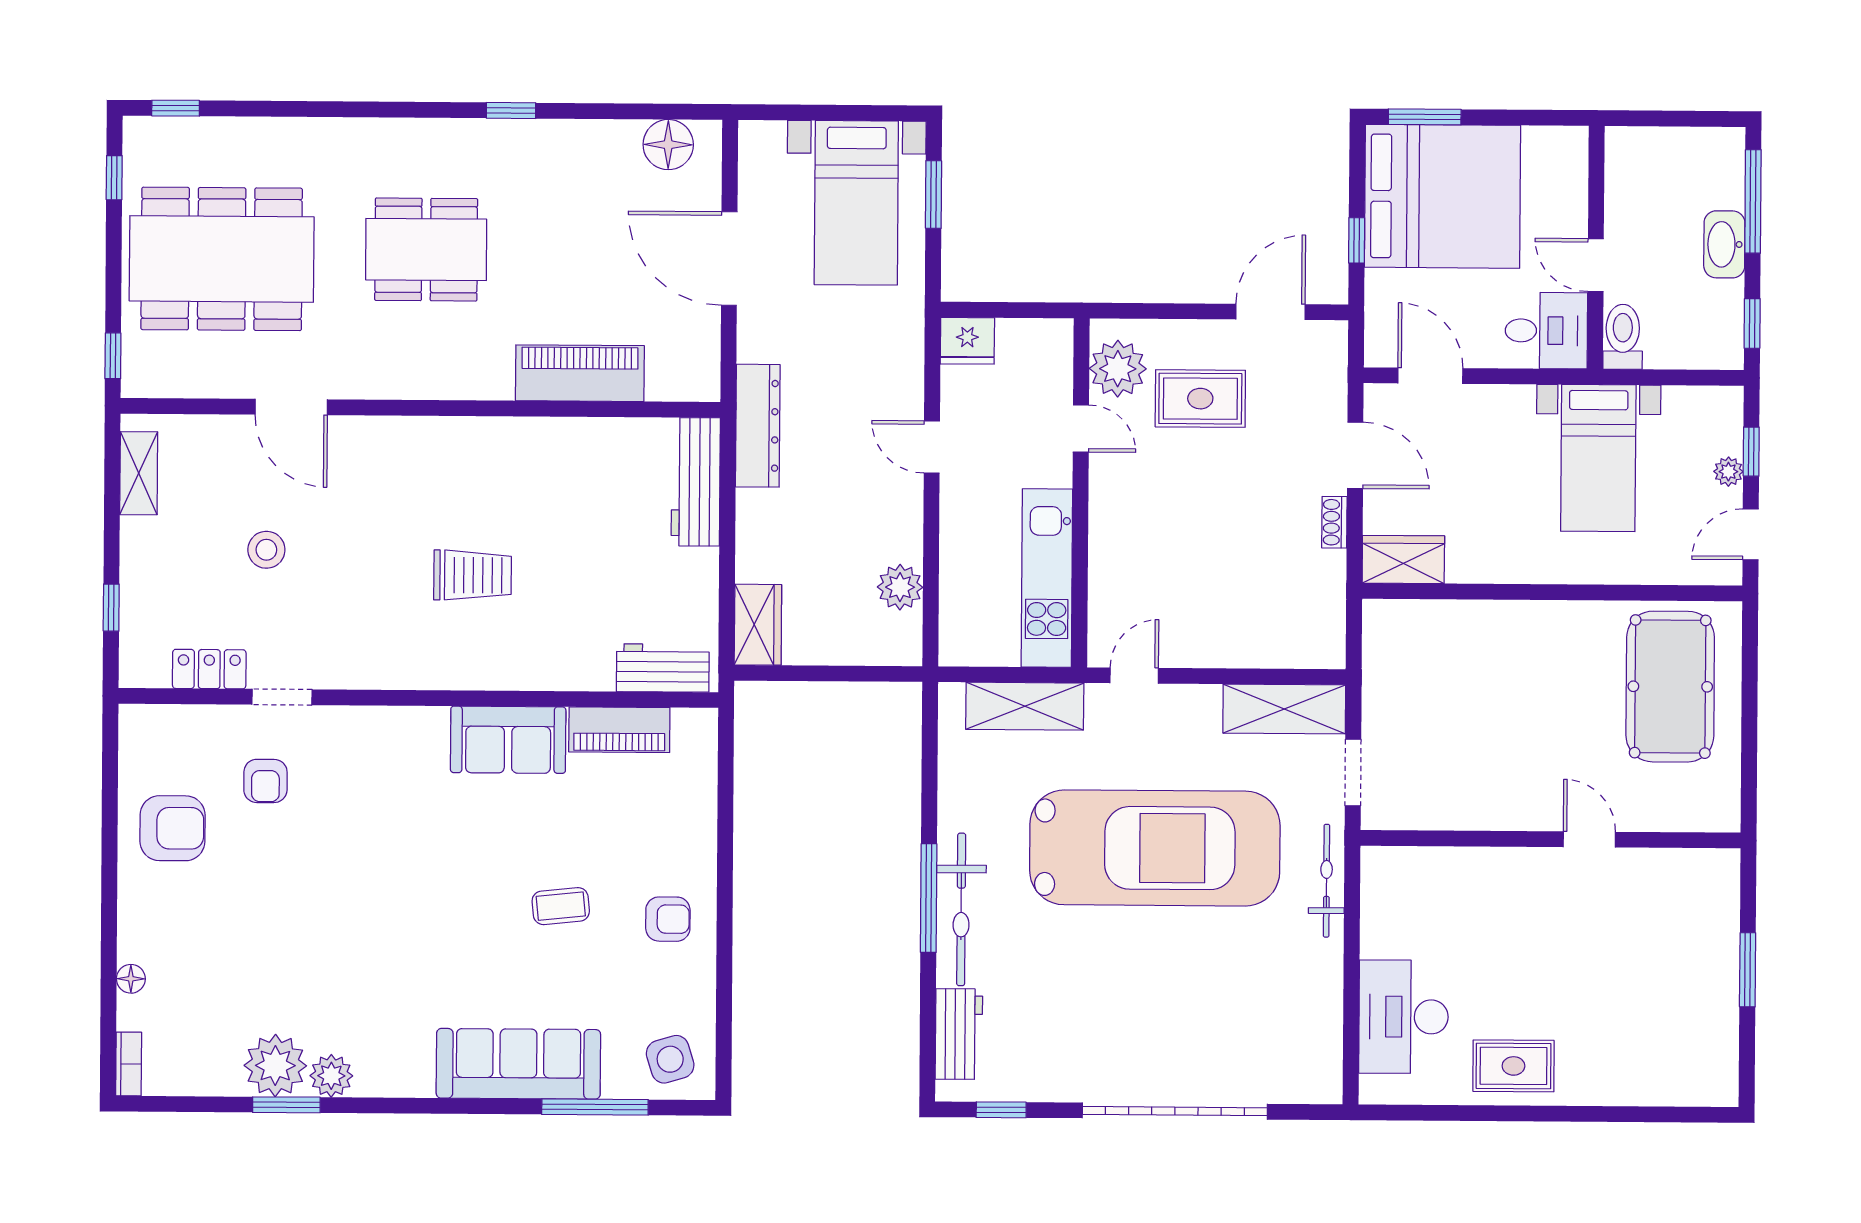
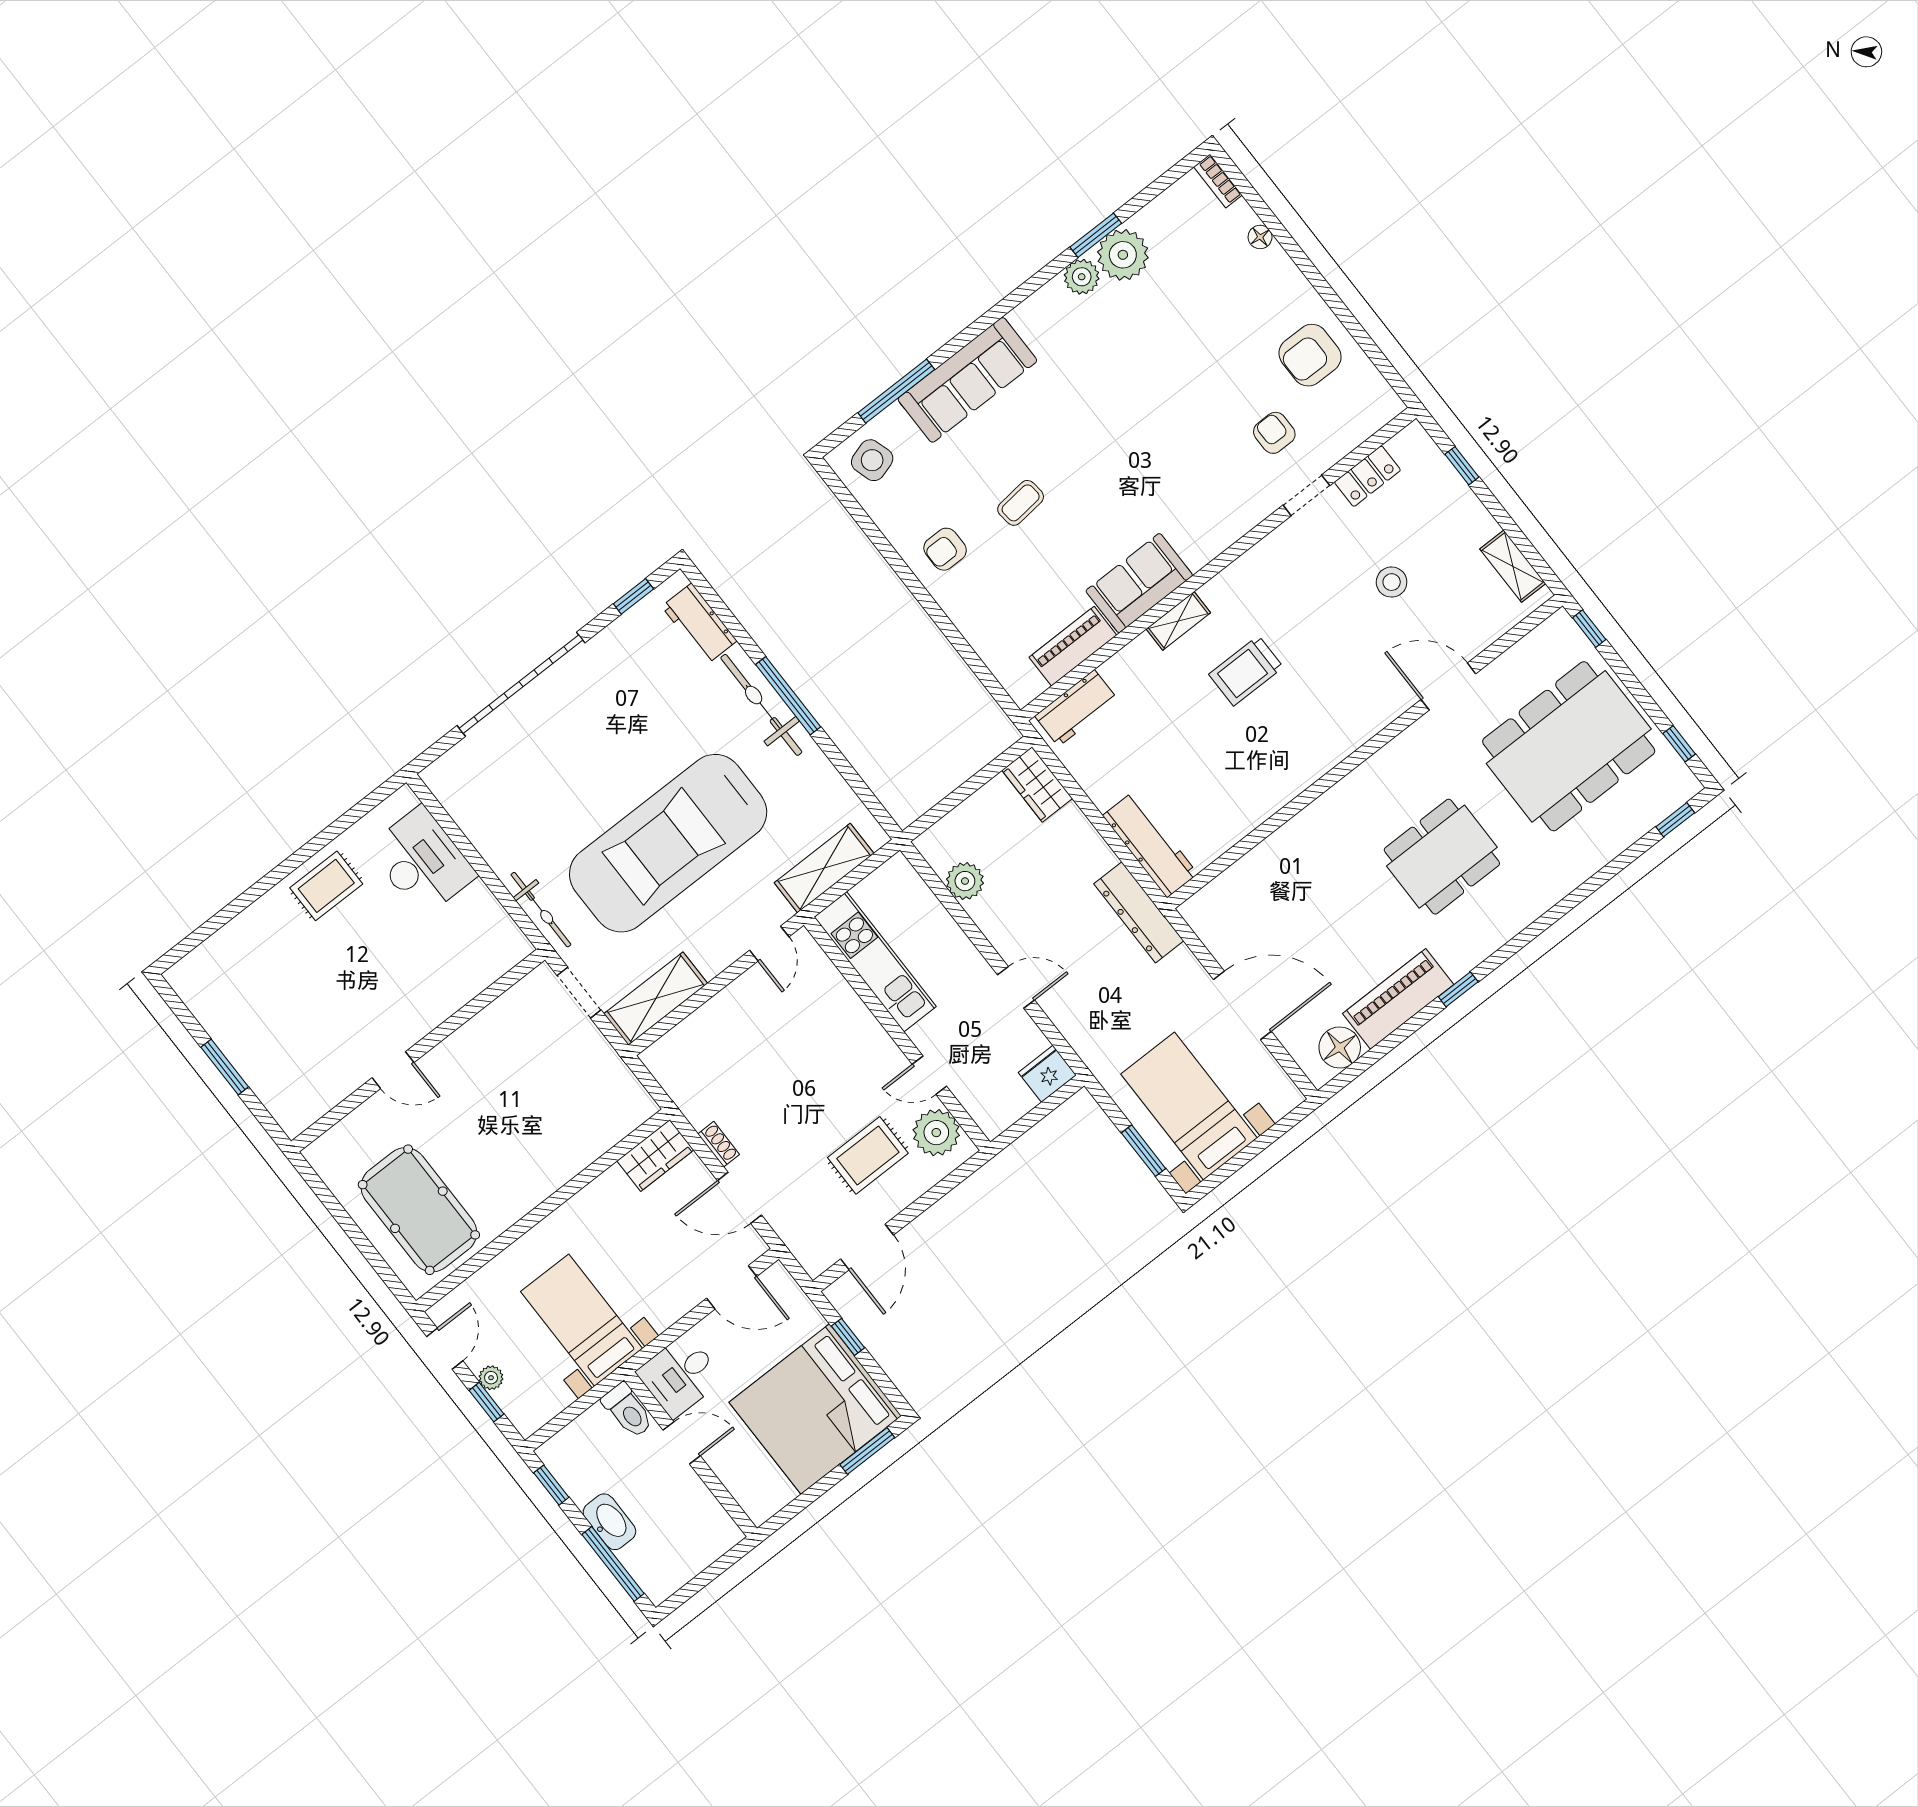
piano: (580, 373) -> (1398, 999), moved, turned 180
shelving: (499, 674) -> (1178, 621), added

